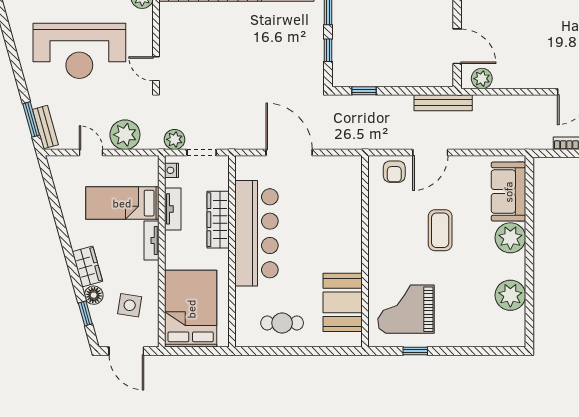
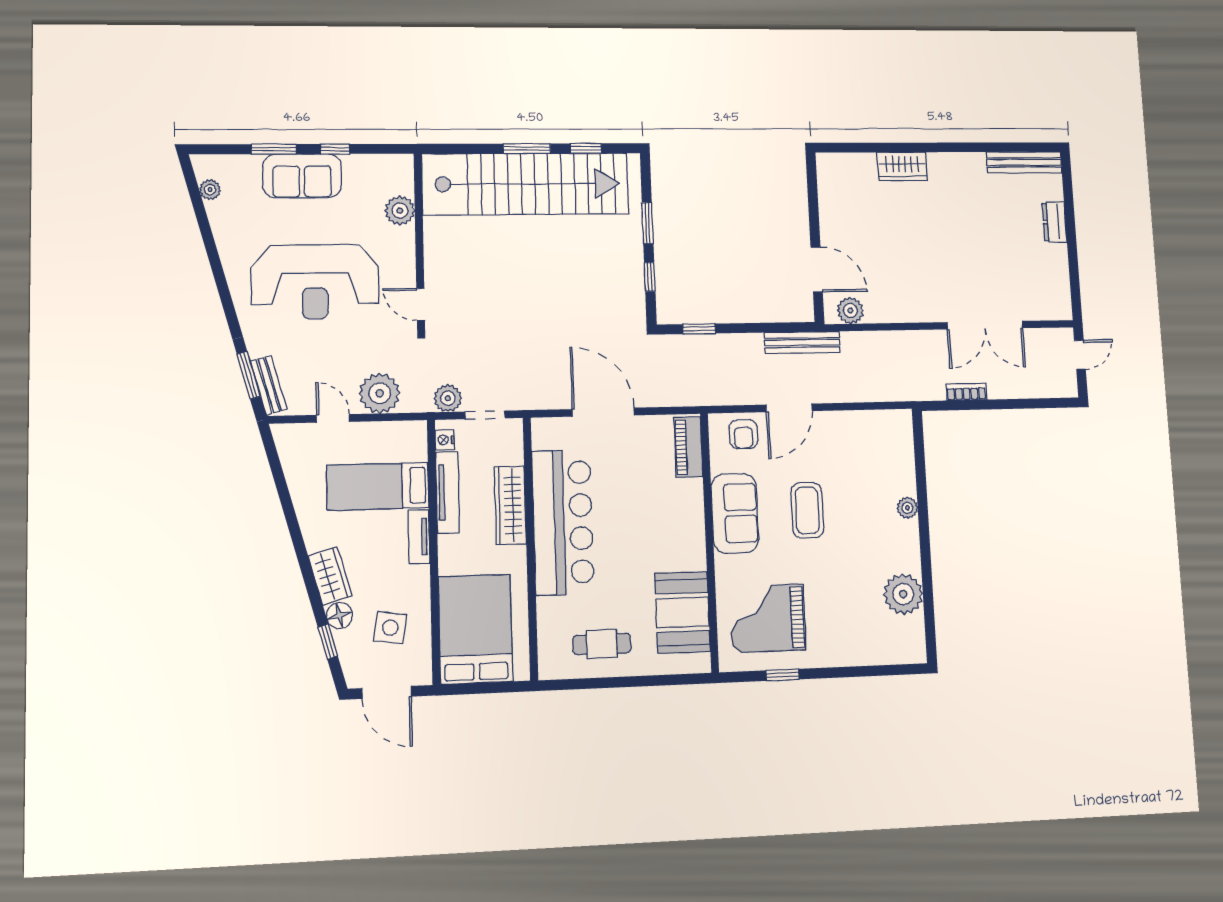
piano: (352, 180) -> (688, 447), added
sofa: (508, 192) -> (735, 513), moved, turned 180
tv unit: (173, 209) -> (447, 492), width x1.41
plant: (510, 238) -> (907, 508), width x0.53, depth x0.53

